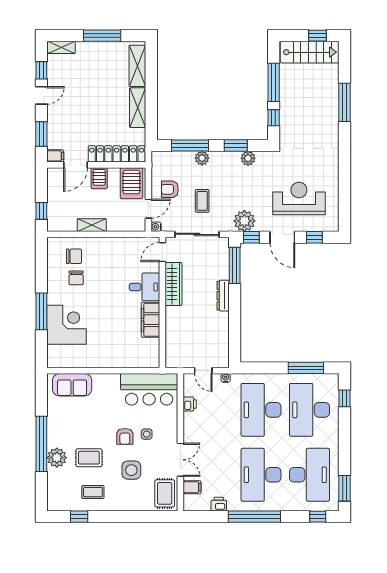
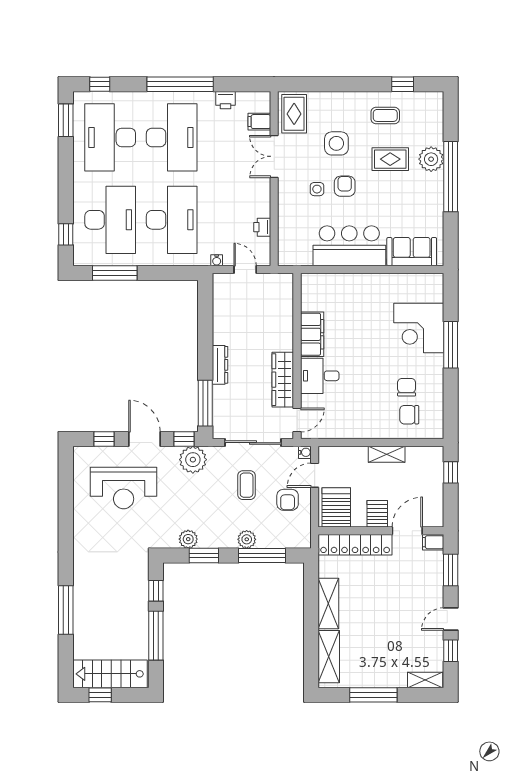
armchair: (170, 189) -> (288, 500), turned 90
bar counter: (149, 389) -> (349, 246), moved

